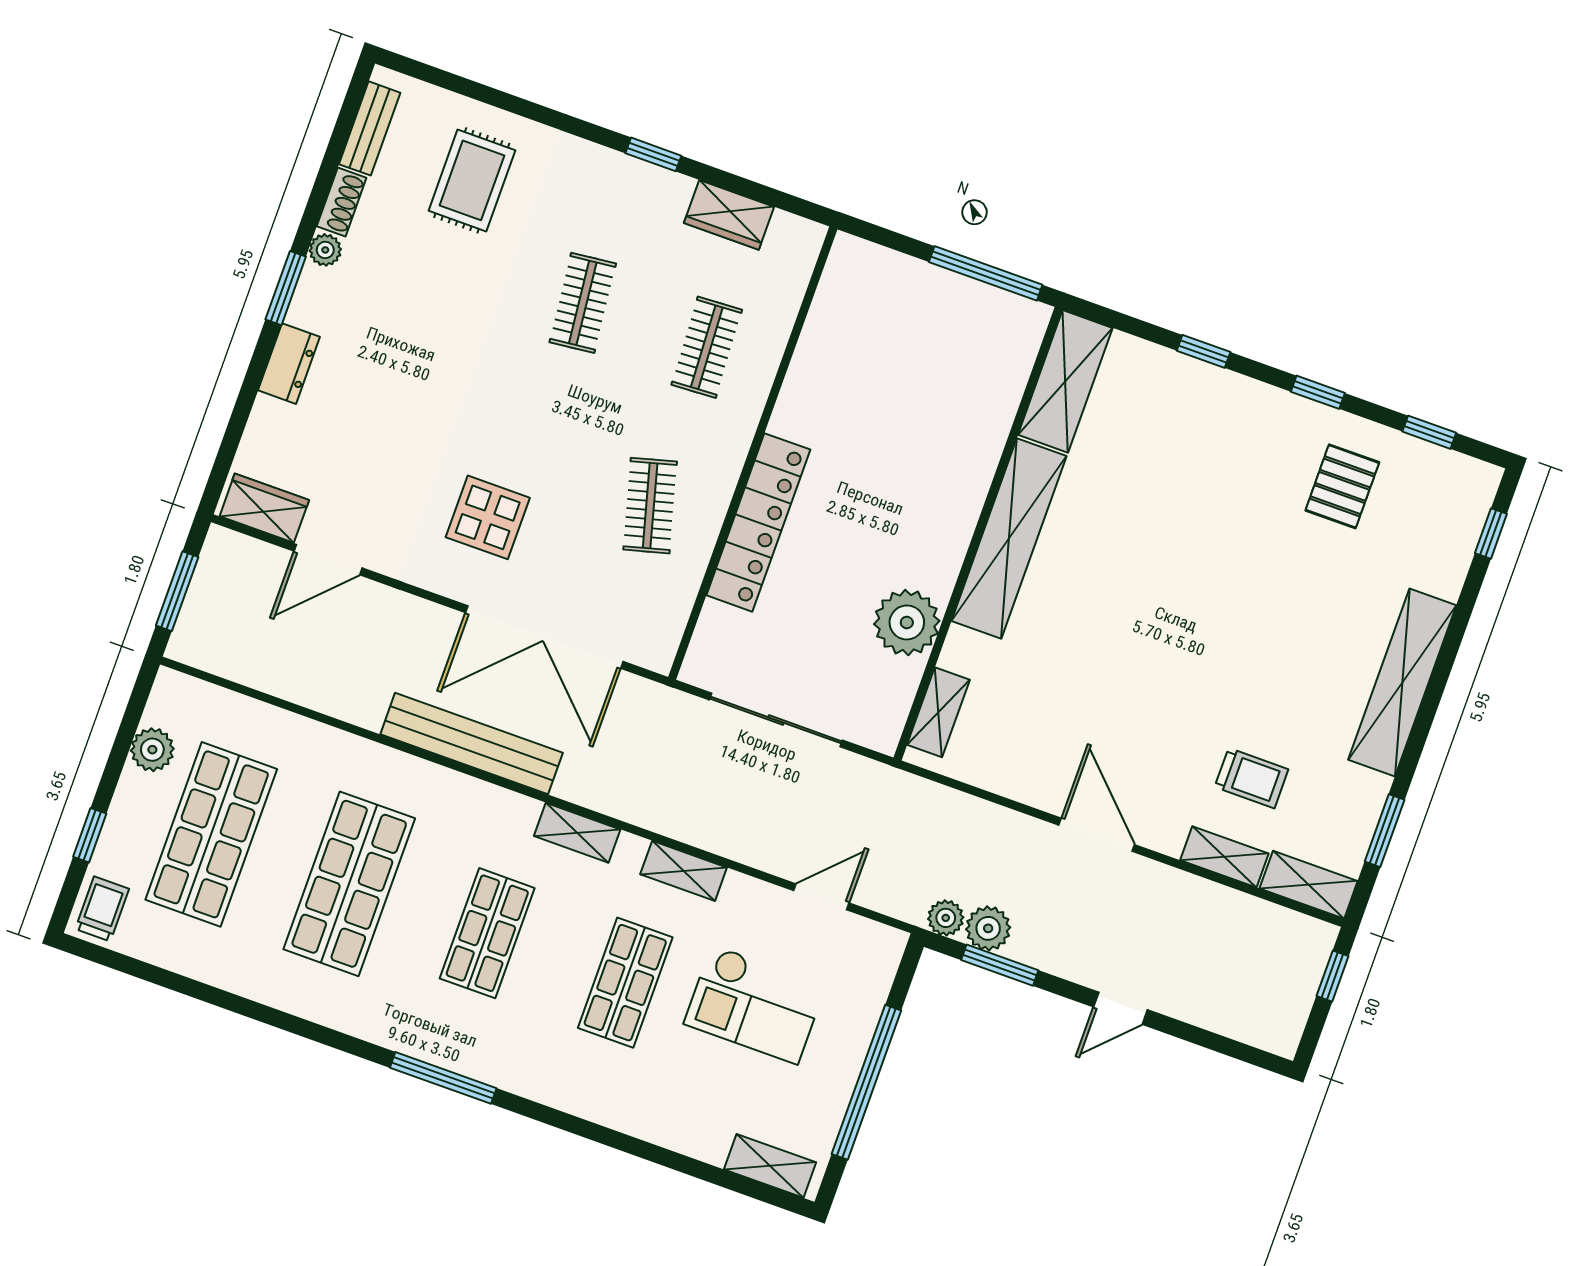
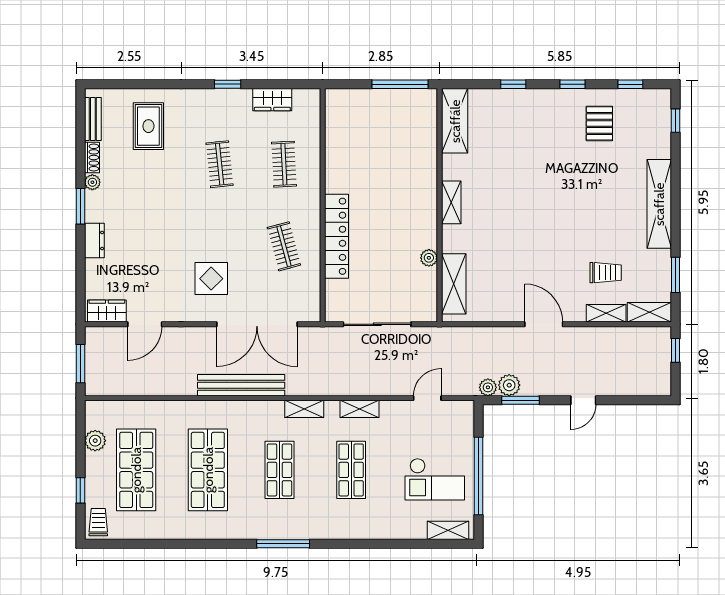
shelving: (1009, 539) -> (451, 202), width x0.45, depth x0.75
plant: (907, 622) -> (429, 258), width x0.53, depth x0.53
shelving: (938, 712) -> (454, 284), width x1.50, depth x1.33
checkout: (755, 1004) -> (435, 479), moved

